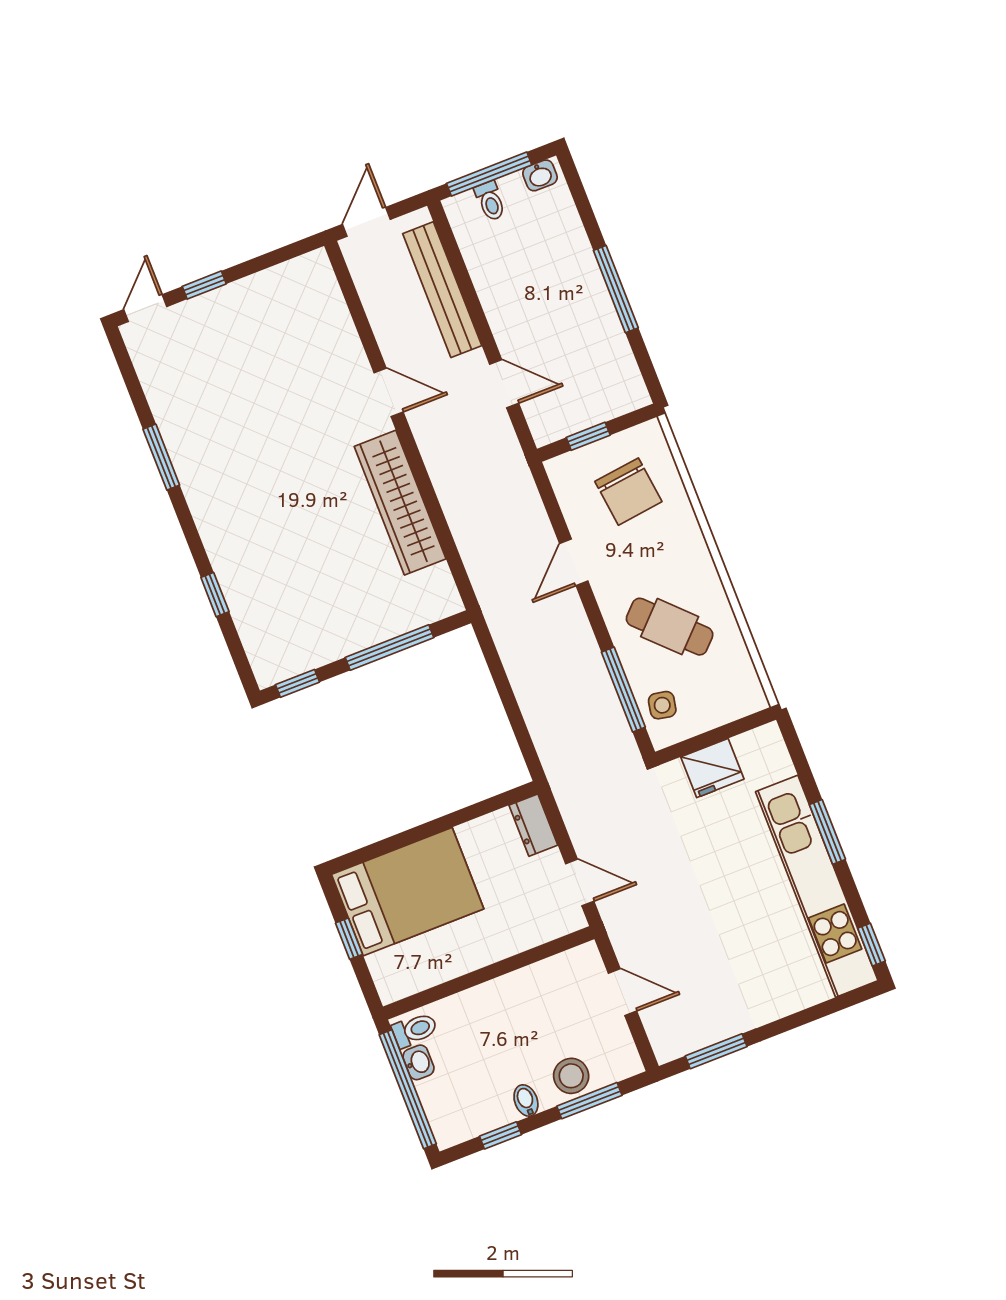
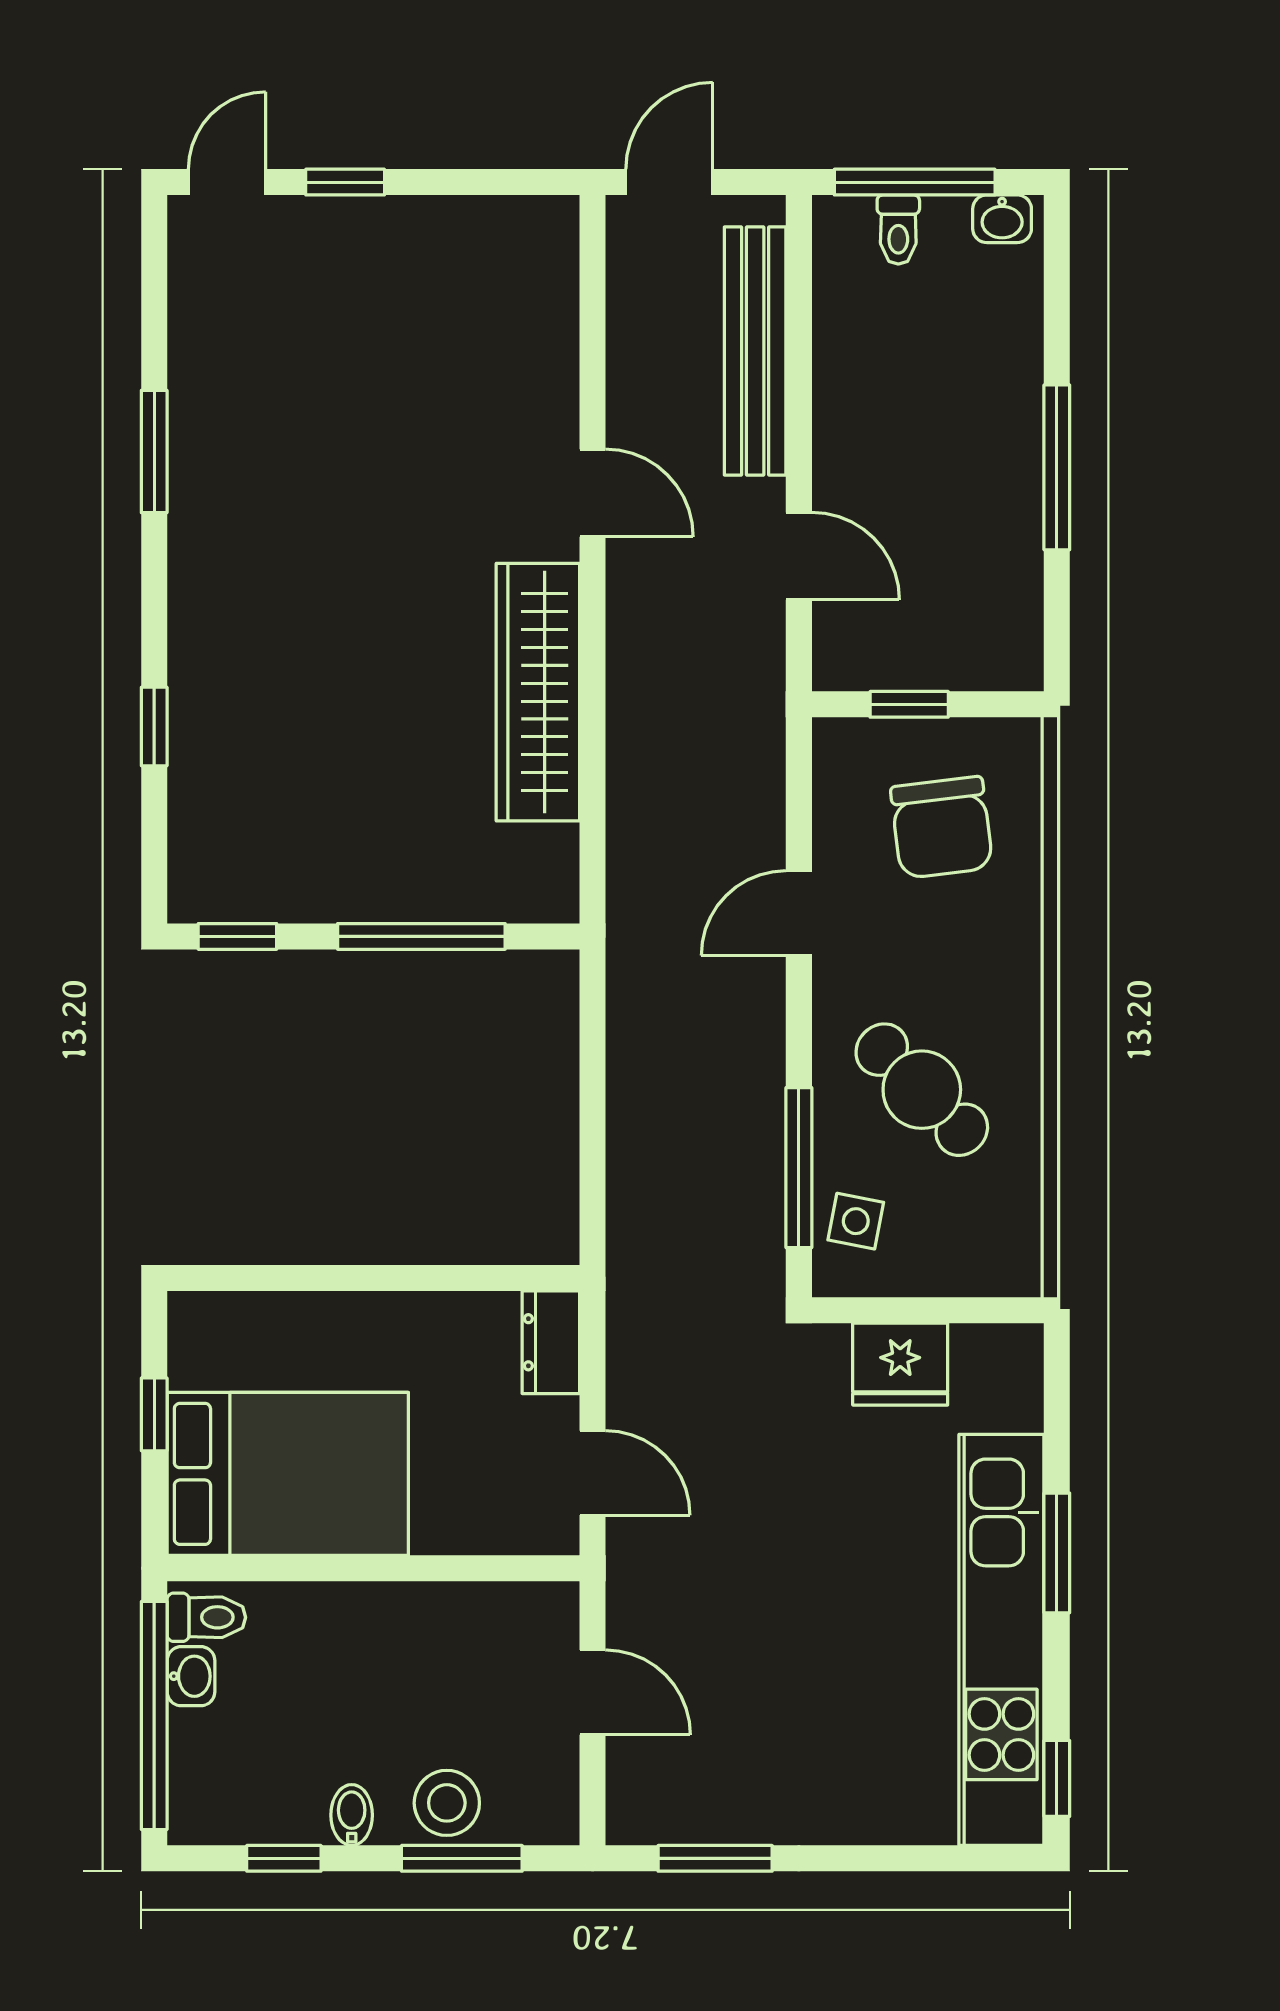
bed: (408, 892) -> (288, 1474), moved

